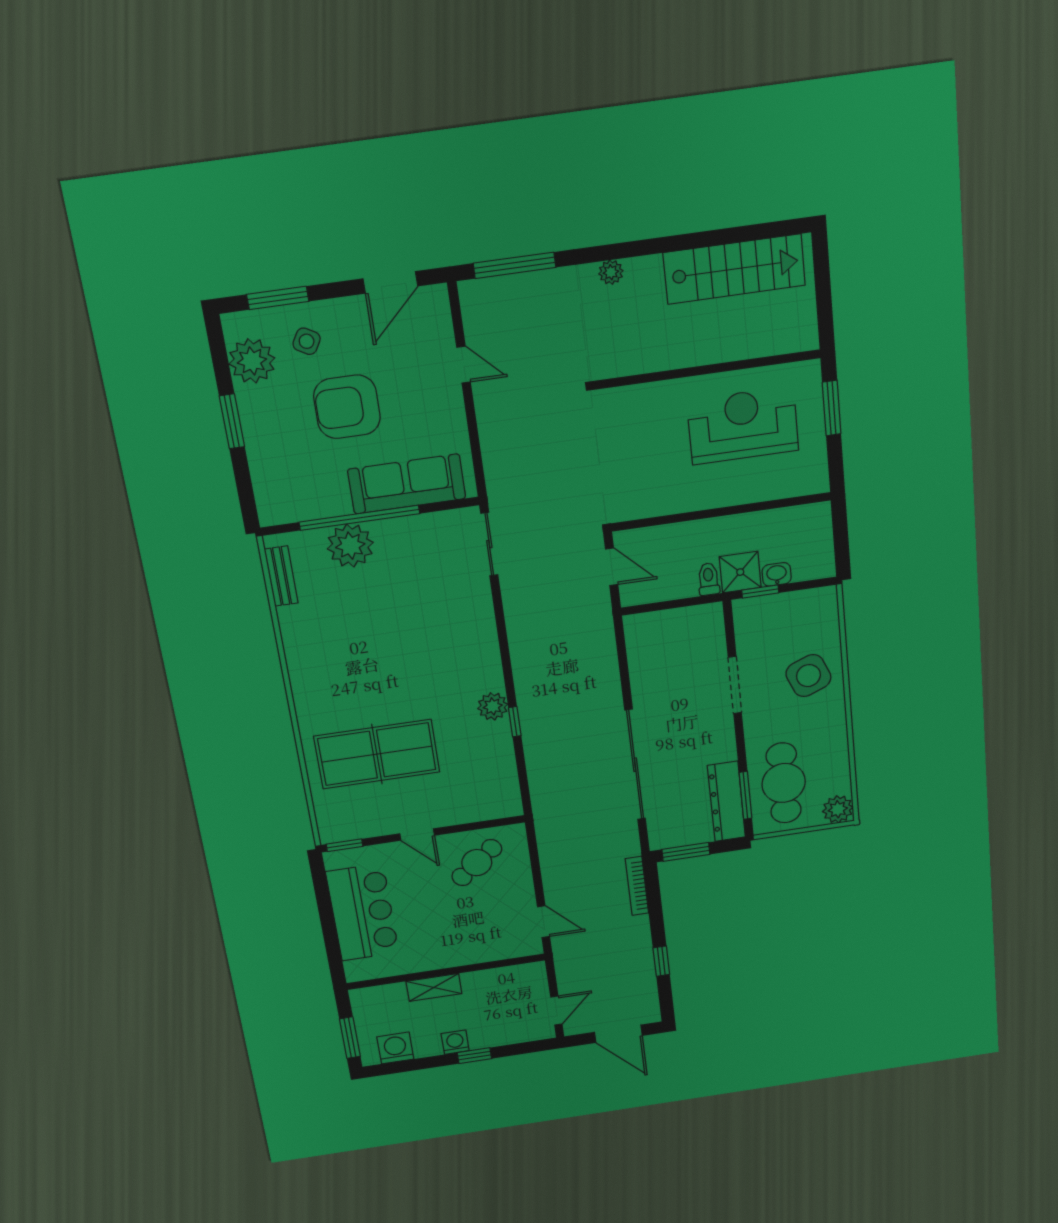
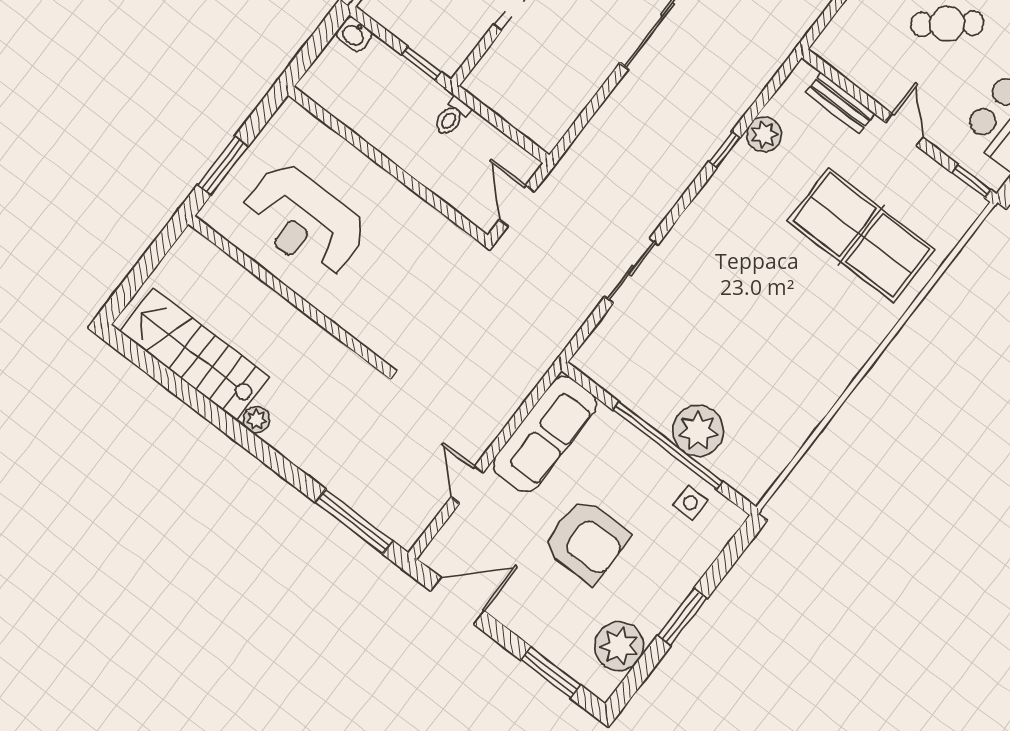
plant: (611, 272) -> (256, 420), moved
side table: (307, 341) -> (690, 503), moved, turned -30
sofa: (407, 484) -> (545, 434), moved, turned -90
sliding door: (489, 544) -> (632, 271), moved
shower: (740, 572) -> (421, 97), removed
washbasin: (777, 574) -> (354, 34), moved
bench: (281, 576) -> (840, 103), moved, turned 90
plant: (493, 706) -> (764, 134), moved
cafe table: (477, 863) -> (947, 24), moved

